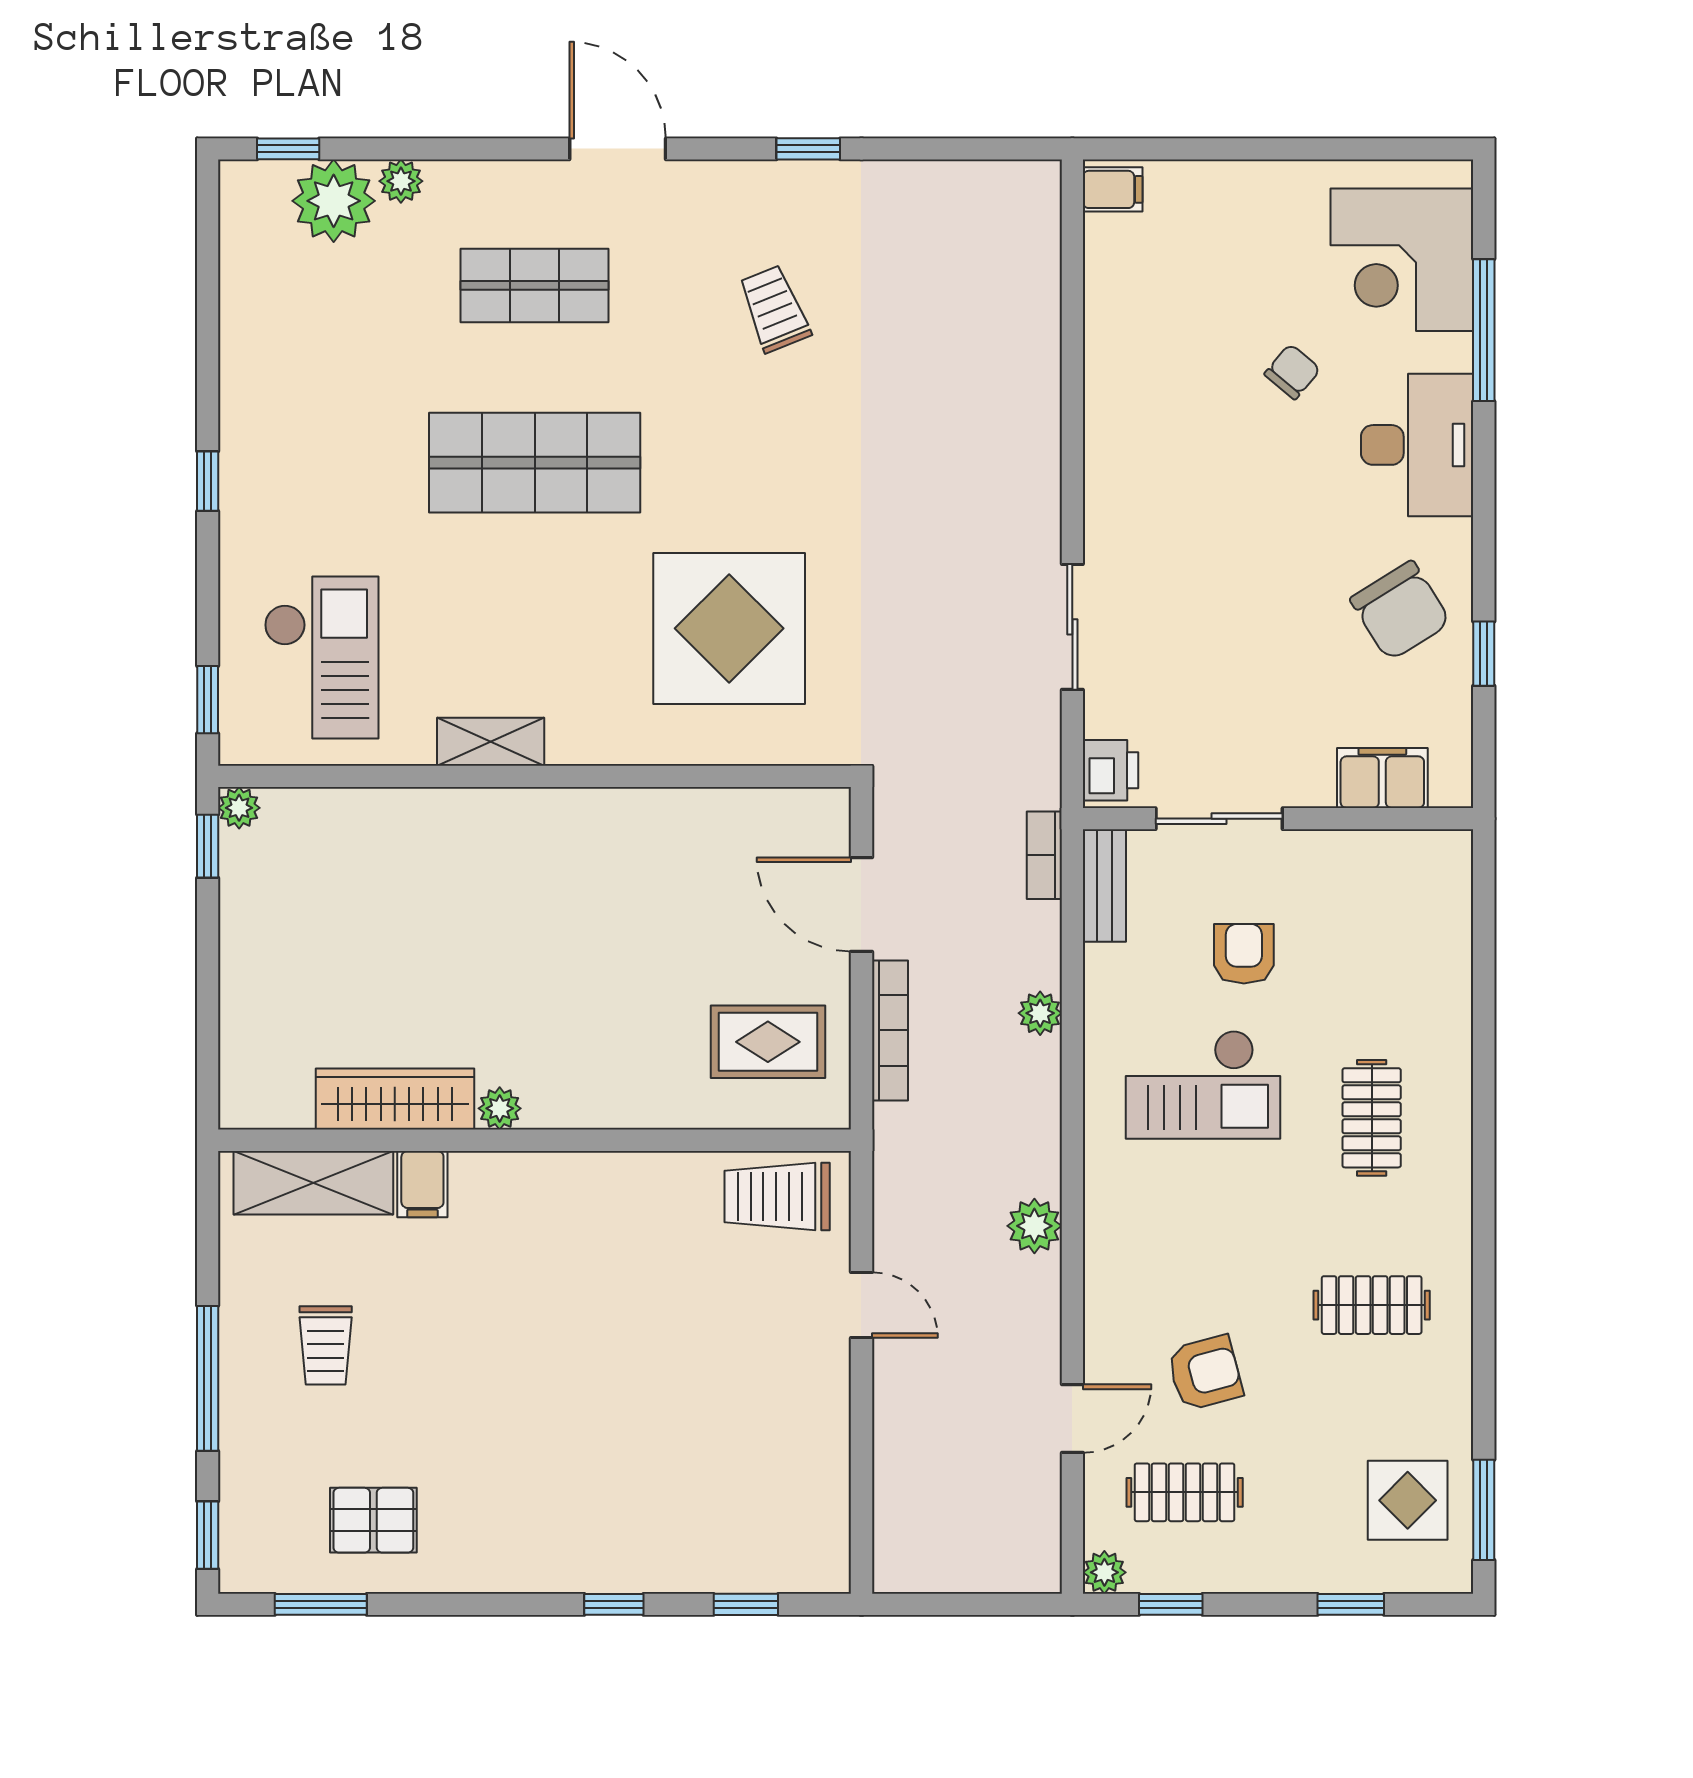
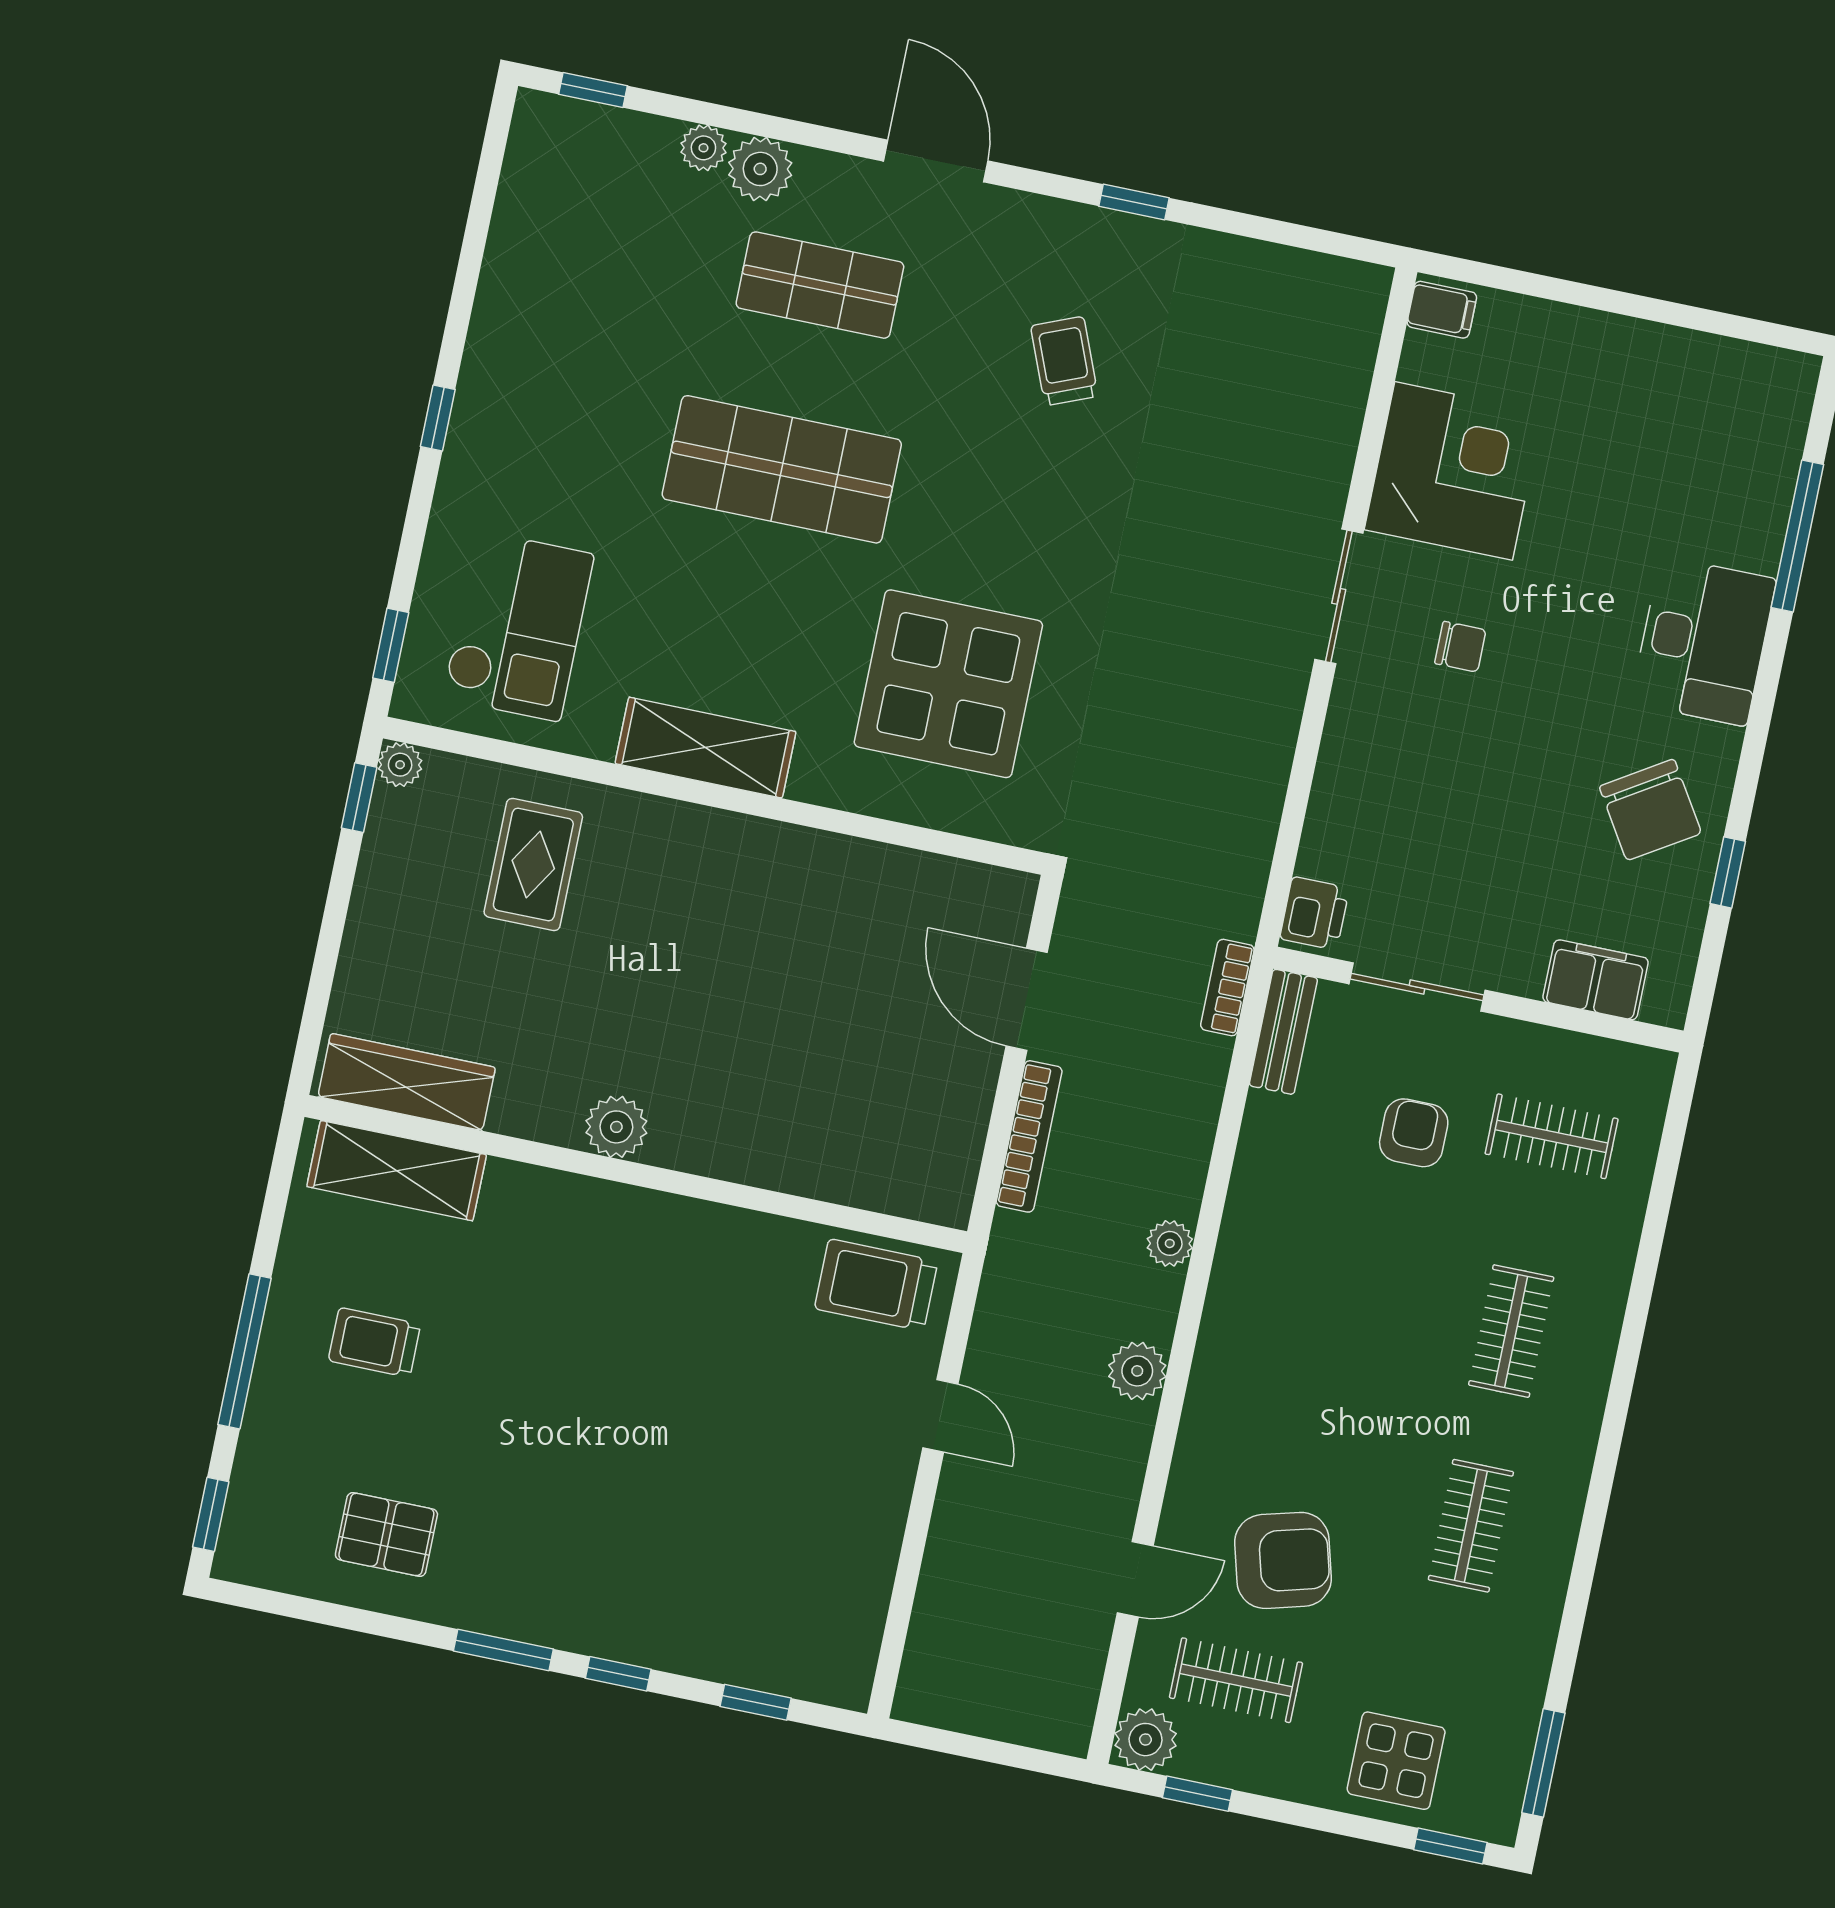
plant: (334, 201) -> (760, 169), moved, width x0.73, depth x0.73
corner desk: (1402, 260) -> (1454, 471), moved, turned 180
chair: (1292, 372) -> (1460, 647), moved, turned 50
sliding door: (1072, 627) -> (1339, 596), moved
shelving: (491, 742) -> (705, 748), width x1.50, depth x1.33
clothes rail: (1372, 931) -> (1552, 1136), added
plant: (1040, 1013) -> (1170, 1243), moved
rug: (768, 1042) -> (533, 864), moved, turned 90
checkout: (1203, 1085) -> (1343, 1260), removed
wardrobe: (395, 1099) -> (407, 1082), moved
plant: (500, 1108) -> (616, 1127), width x1.38, depth x1.38
filing cabinet: (422, 1184) -> (510, 1196), removed
clothes rail: (1372, 1305) -> (1471, 1526), turned 90
trolley: (326, 1345) -> (374, 1342), turned 90
armchair: (1205, 1373) -> (1283, 1560), width x1.38, depth x1.38
display table: (1408, 1500) -> (1396, 1761), moved
plant: (1104, 1572) -> (1146, 1740), width x1.38, depth x1.38
window: (321, 1604) -> (503, 1650), moved
window: (1351, 1604) -> (1450, 1846), moved

